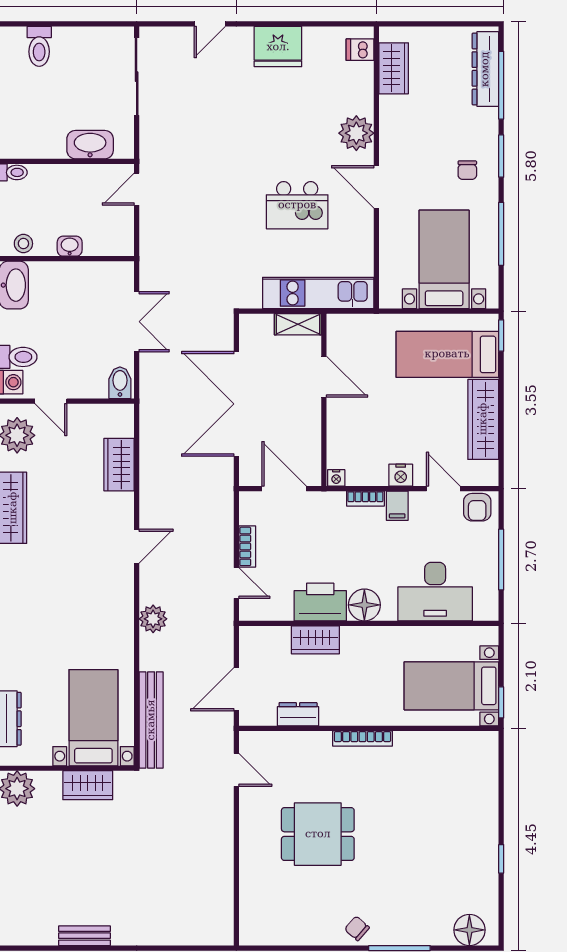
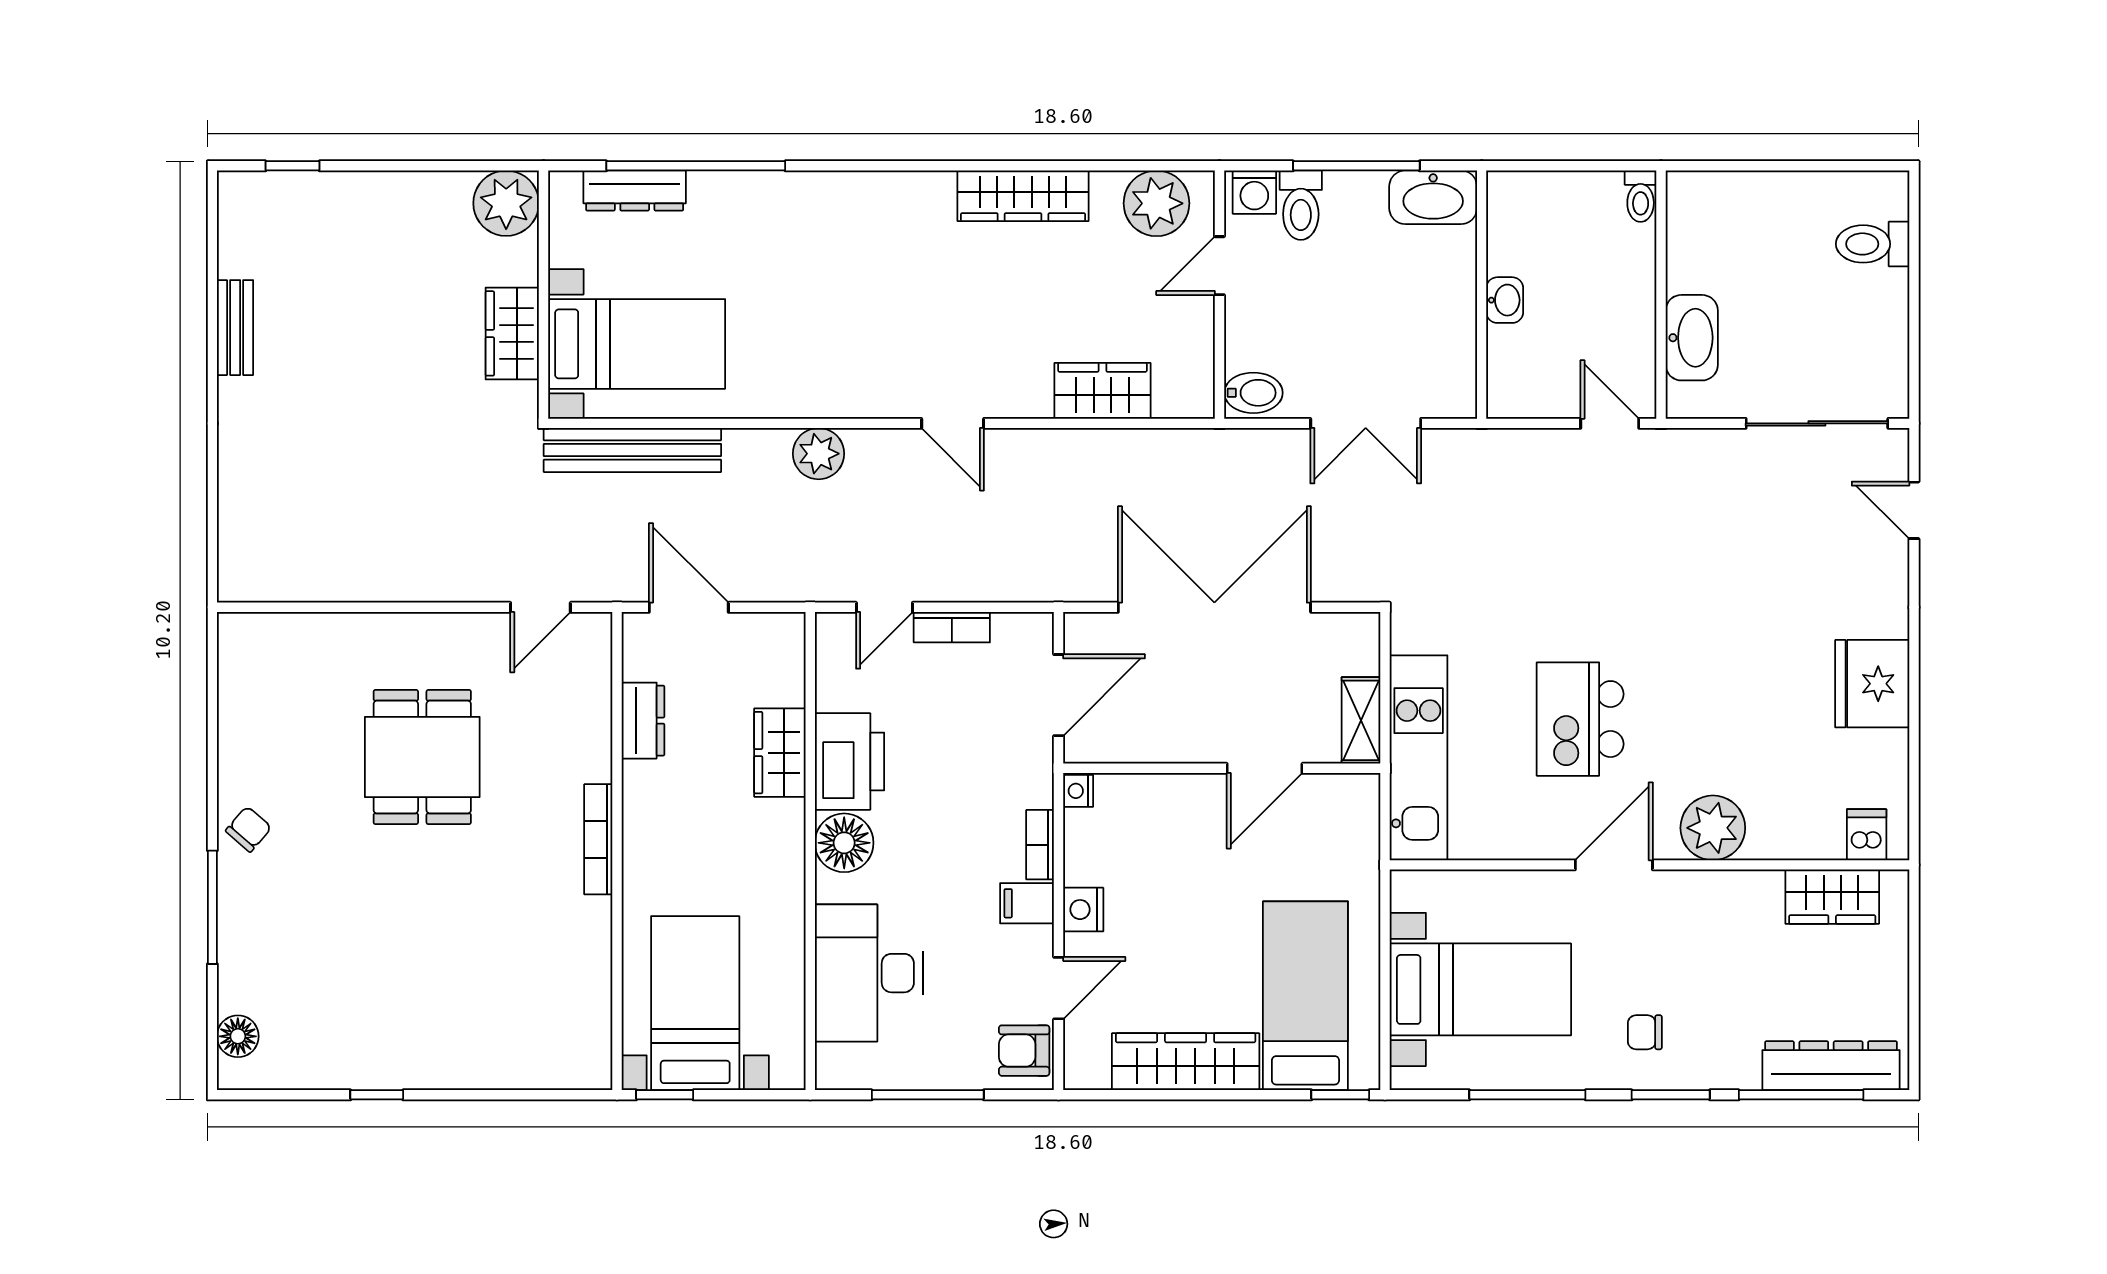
door: (210, 24) -> (1914, 510), moved
stool: (23, 244) -> (1510, 215), removed
floor lamp: (469, 930) -> (238, 1036), width x0.73, depth x0.73

